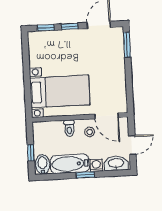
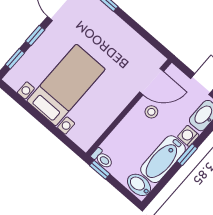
bed with nightstands: (60, 91) -> (66, 85), moved
toilet: (69, 128) -> (102, 158), moved
window: (31, 153) -> (100, 170), moved

